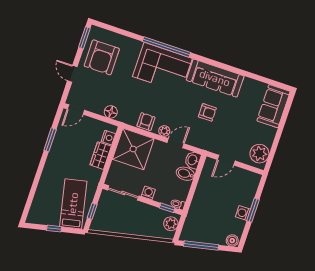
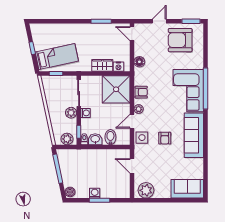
side table: (198, 138) -> (142, 138), added
door: (176, 143) -> (132, 121), swing flipped
washbasin: (193, 160) -> (95, 139), moved
plant: (143, 209) -> (71, 113), added

